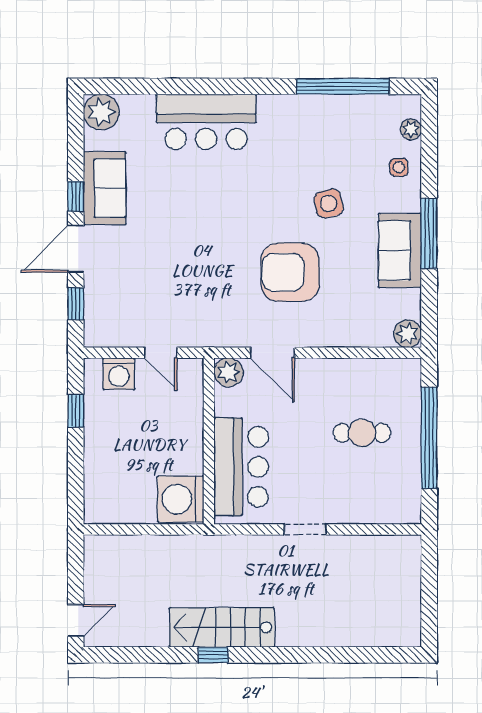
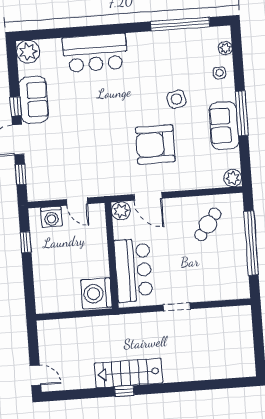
cafe table: (362, 433) -> (208, 224), moved, turned -52
door: (76, 620) -> (35, 375), hinge flipped

